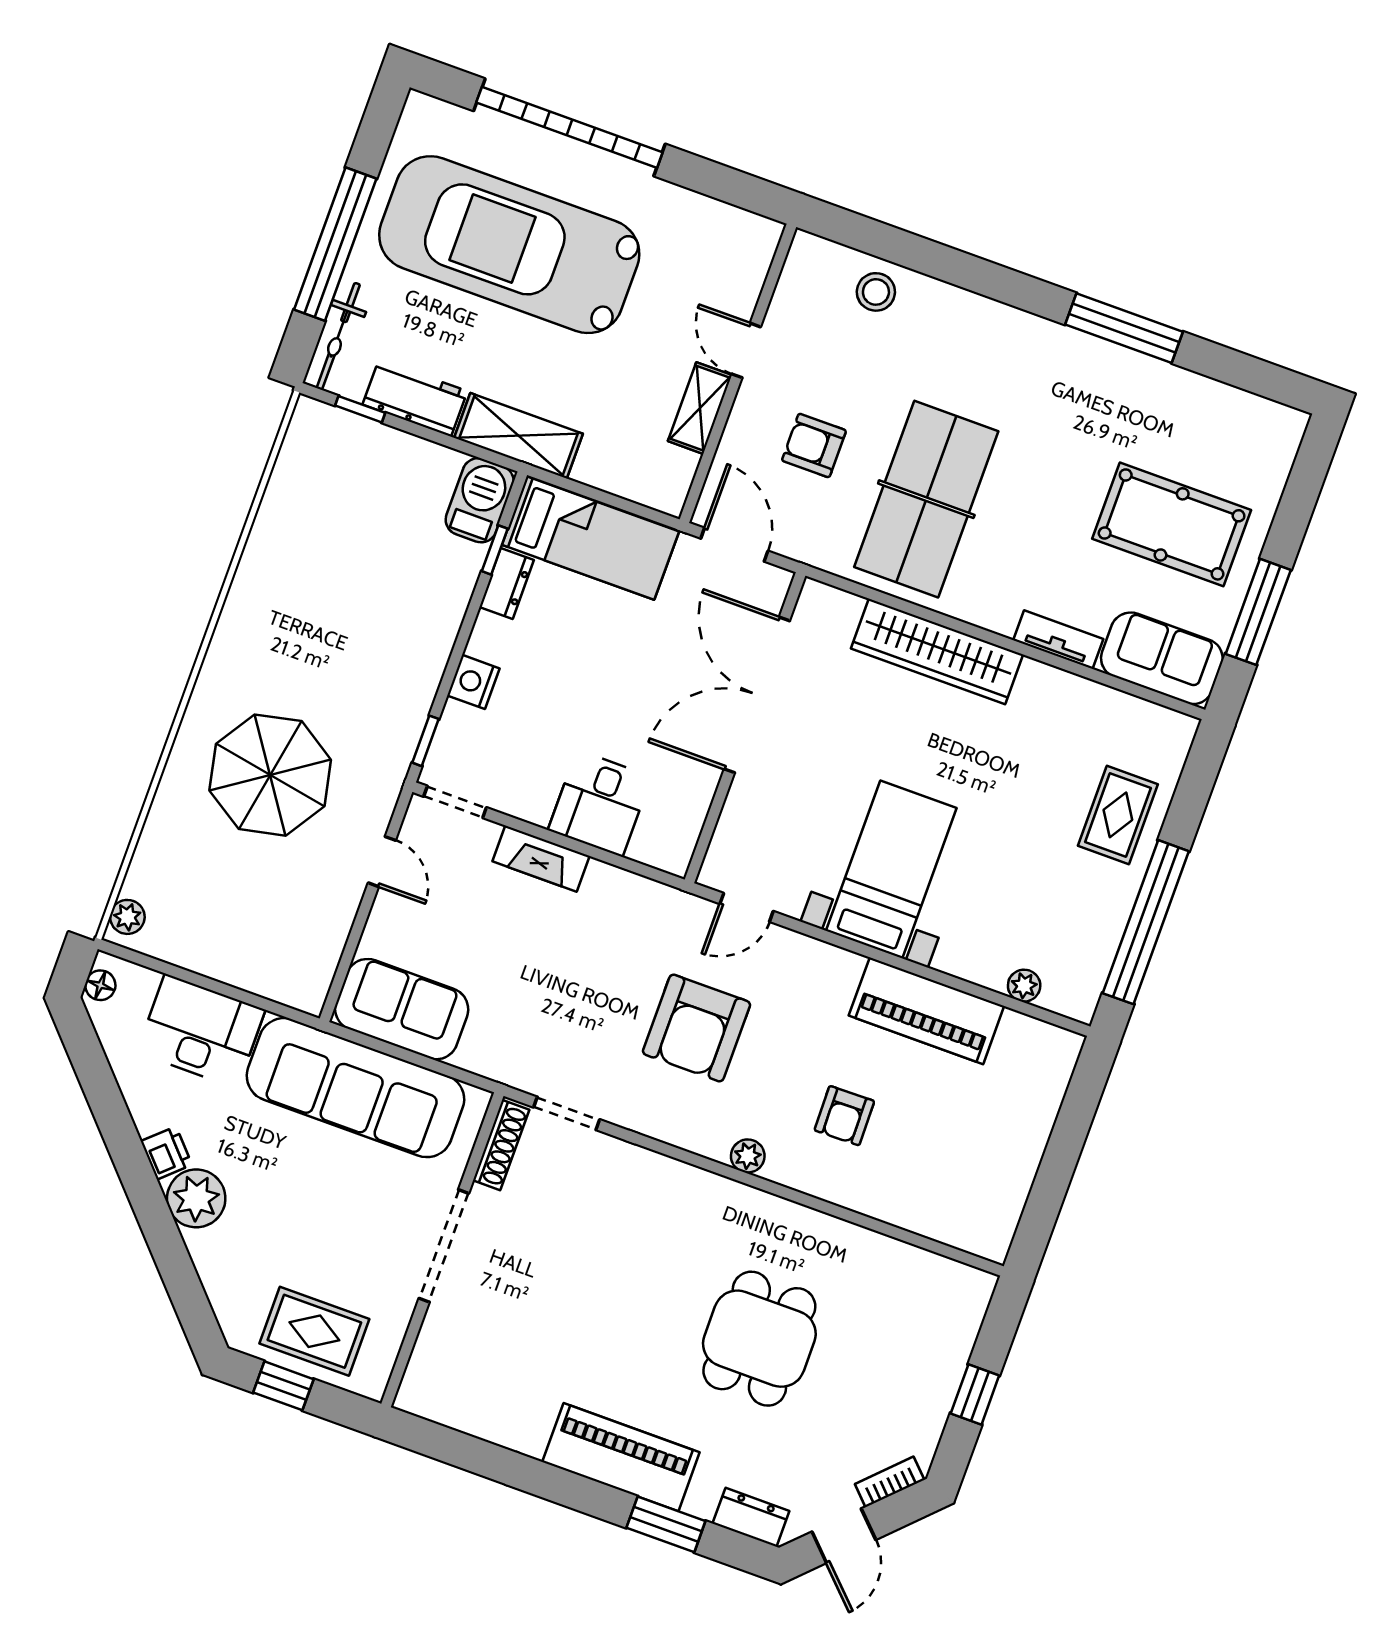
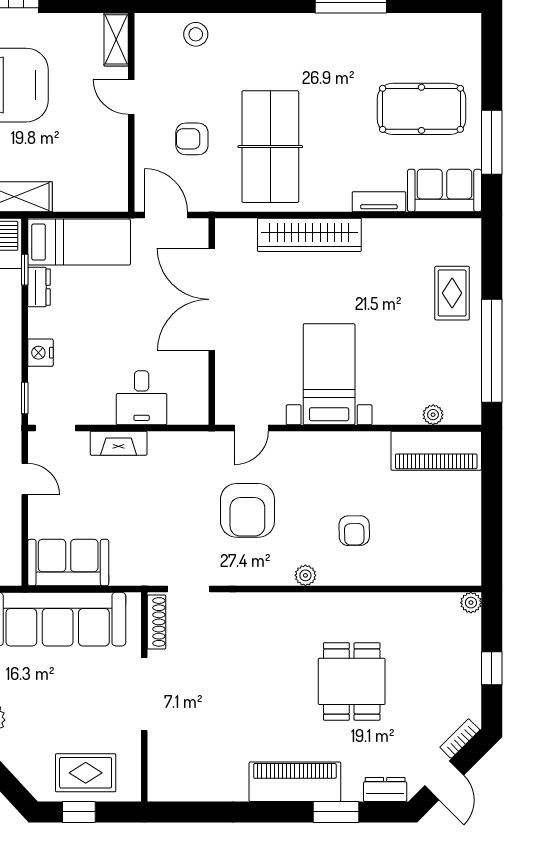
shelving: (700, 408) -> (116, 39), moved
piano: (926, 1011) -> (436, 451), moved
plant: (979, 1286) -> (471, 603), added

